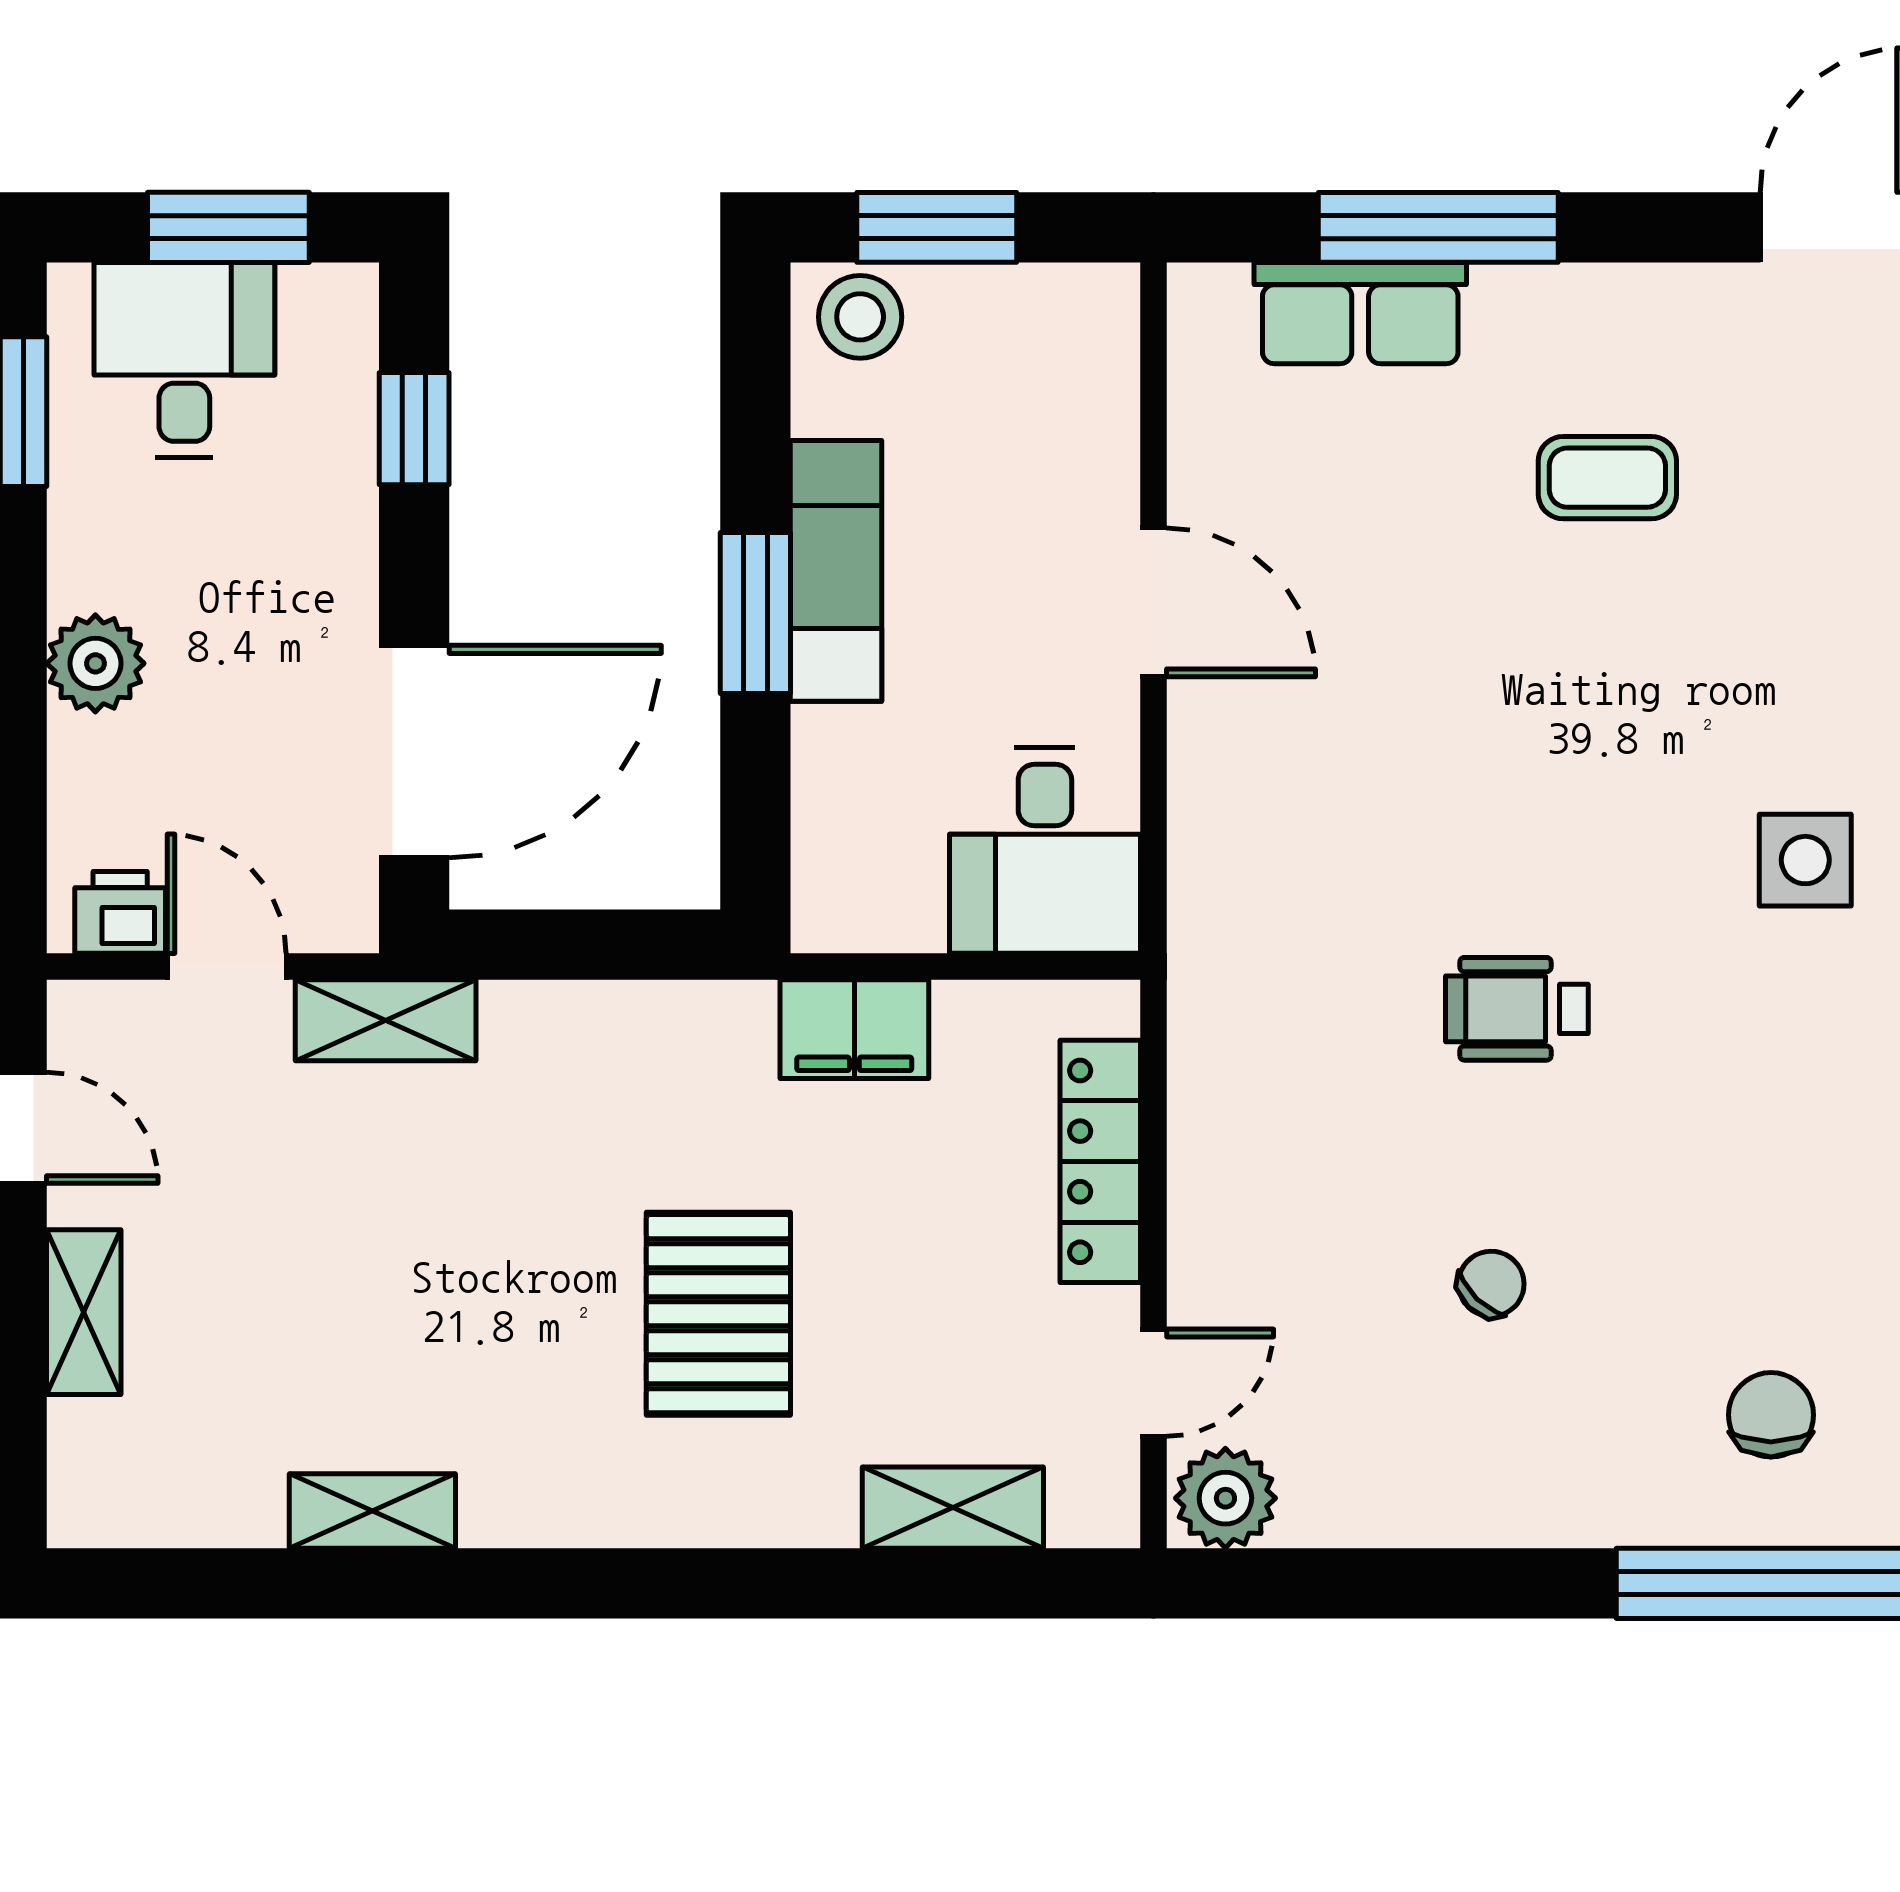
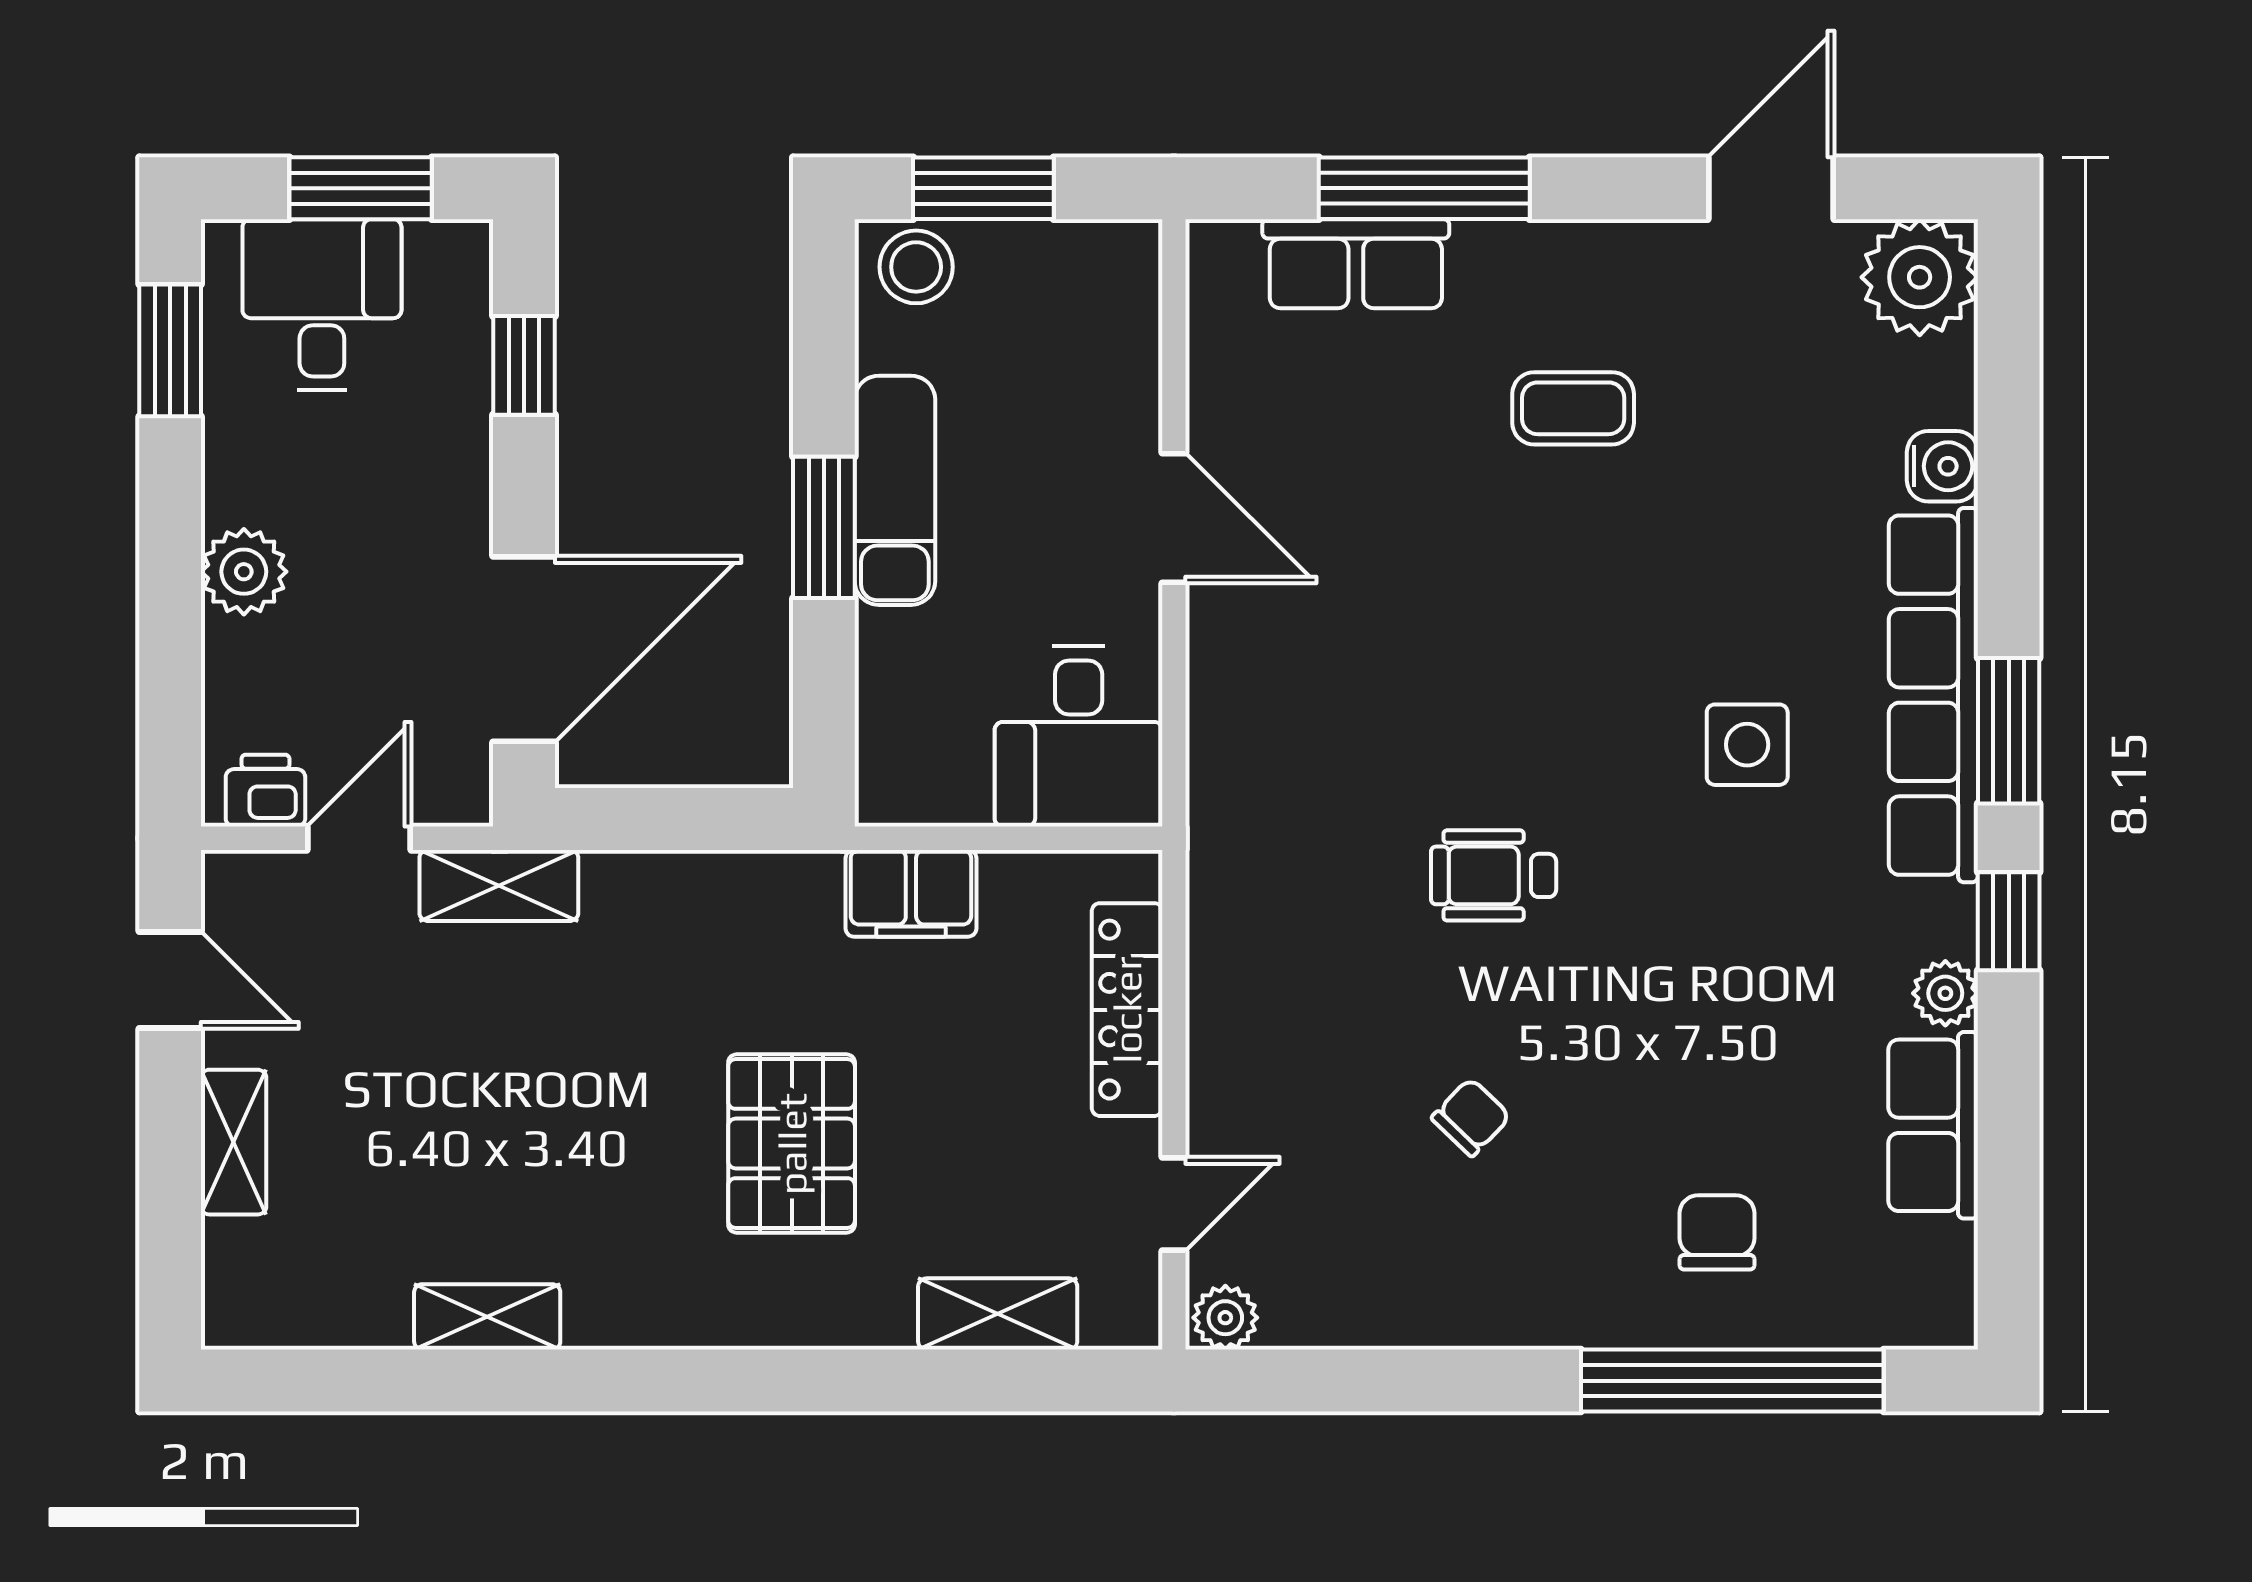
door: (227, 967) -> (359, 838), hinge flipped
plant: (1225, 1498) -> (1225, 1318), width x0.73, depth x0.73

